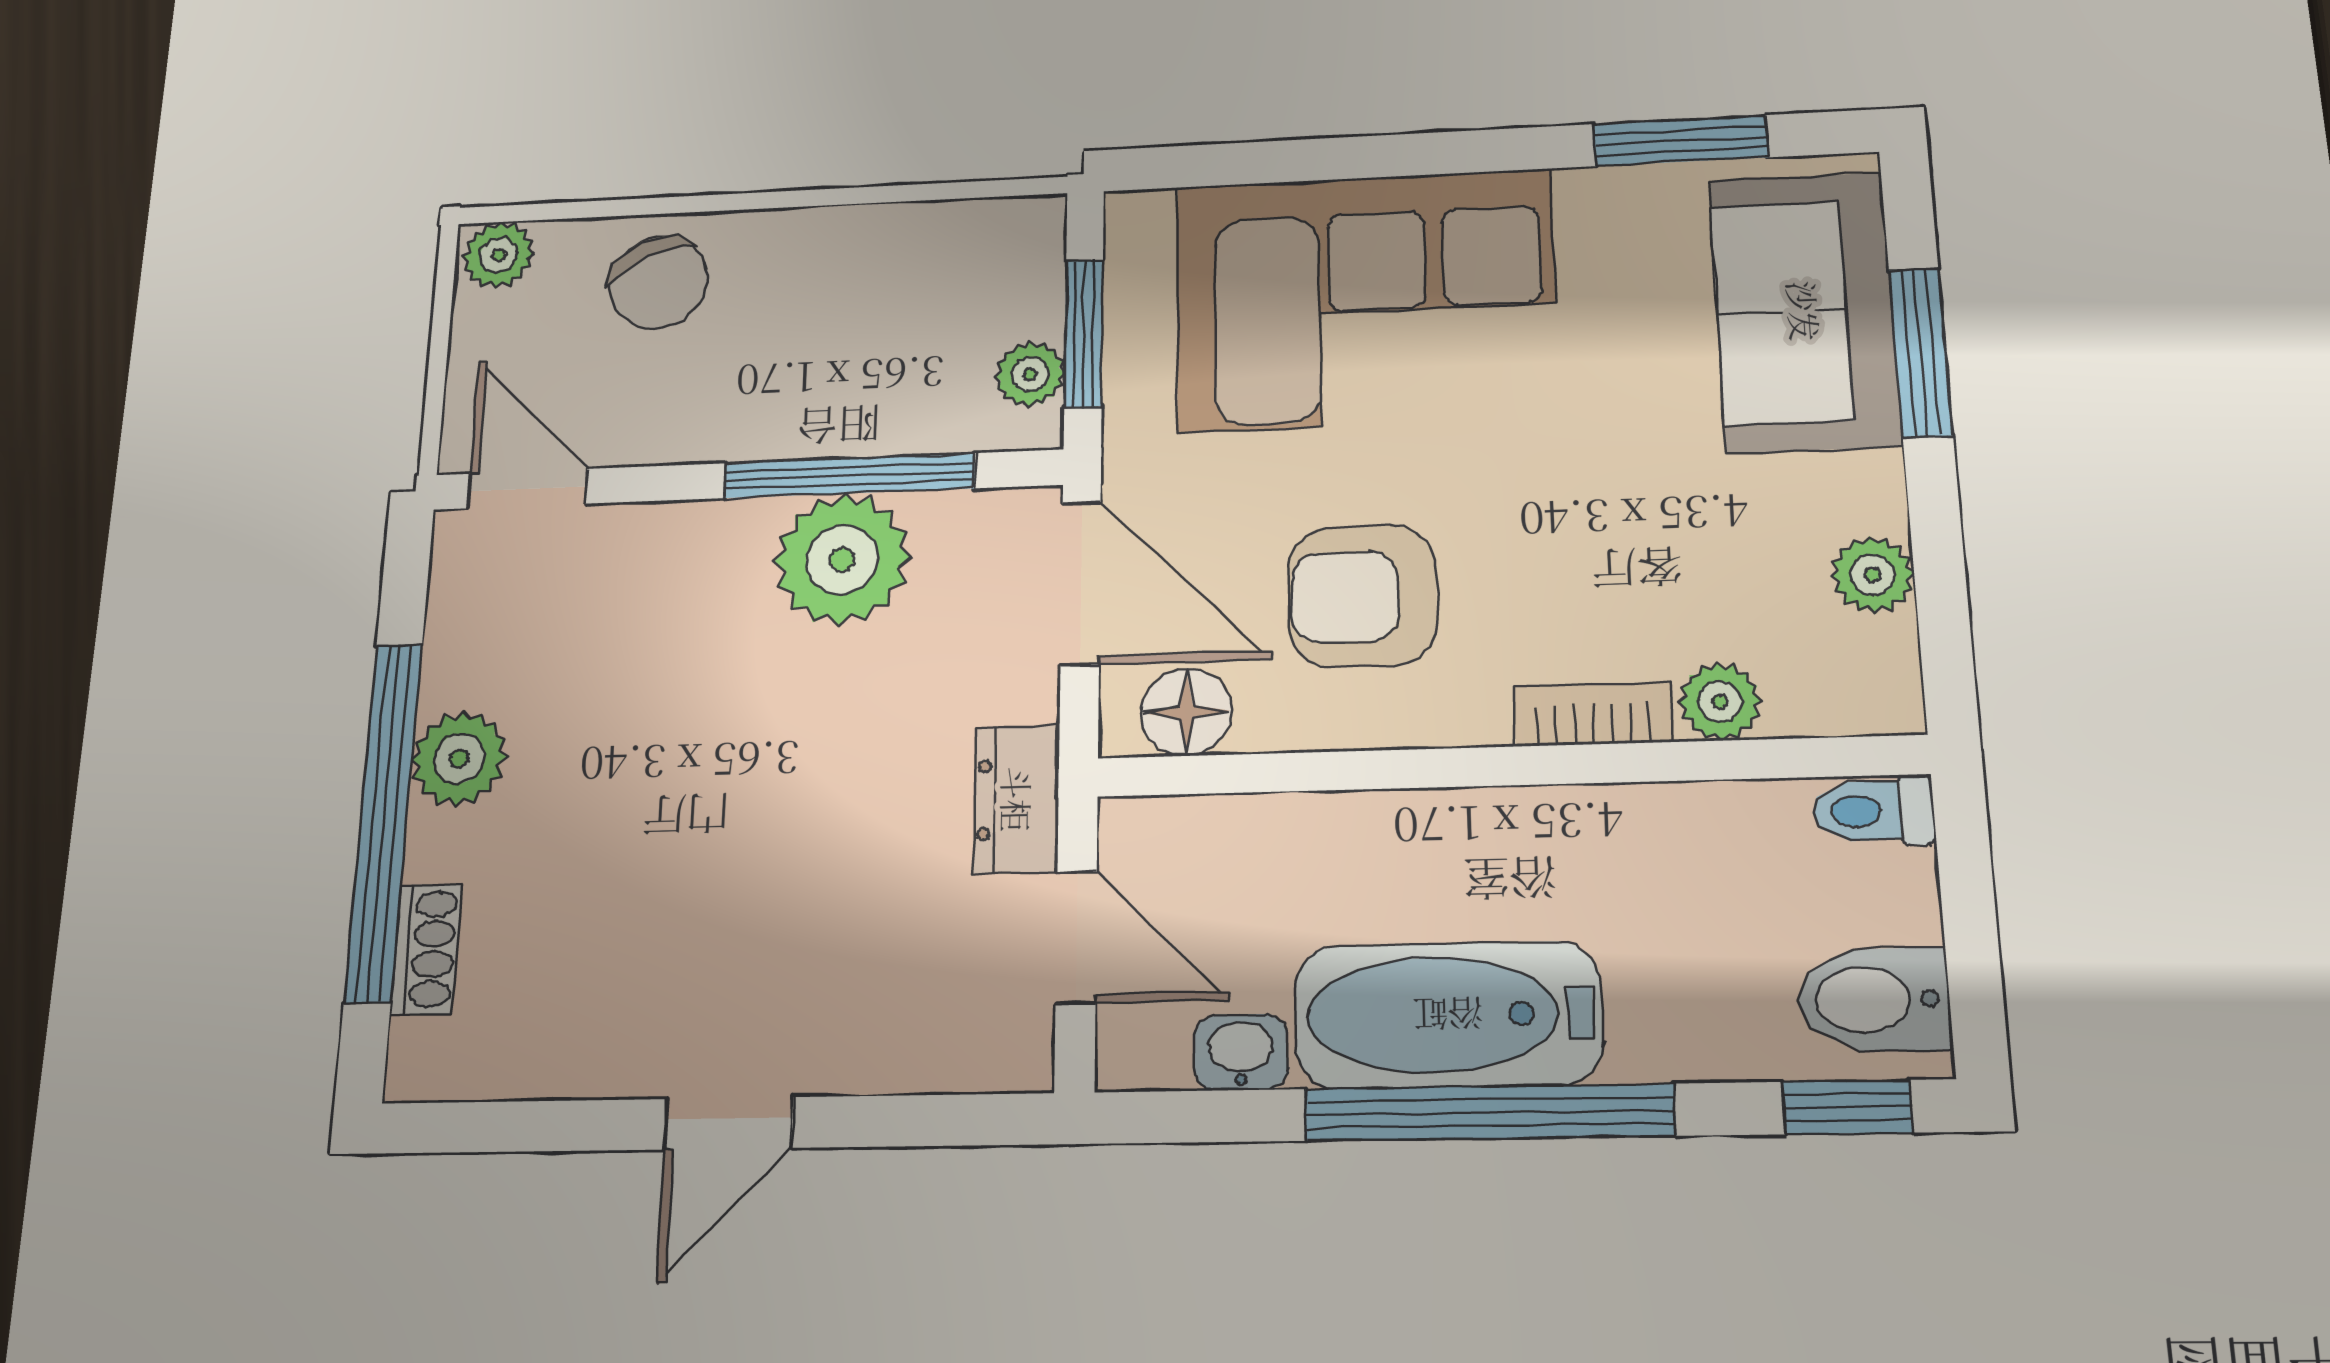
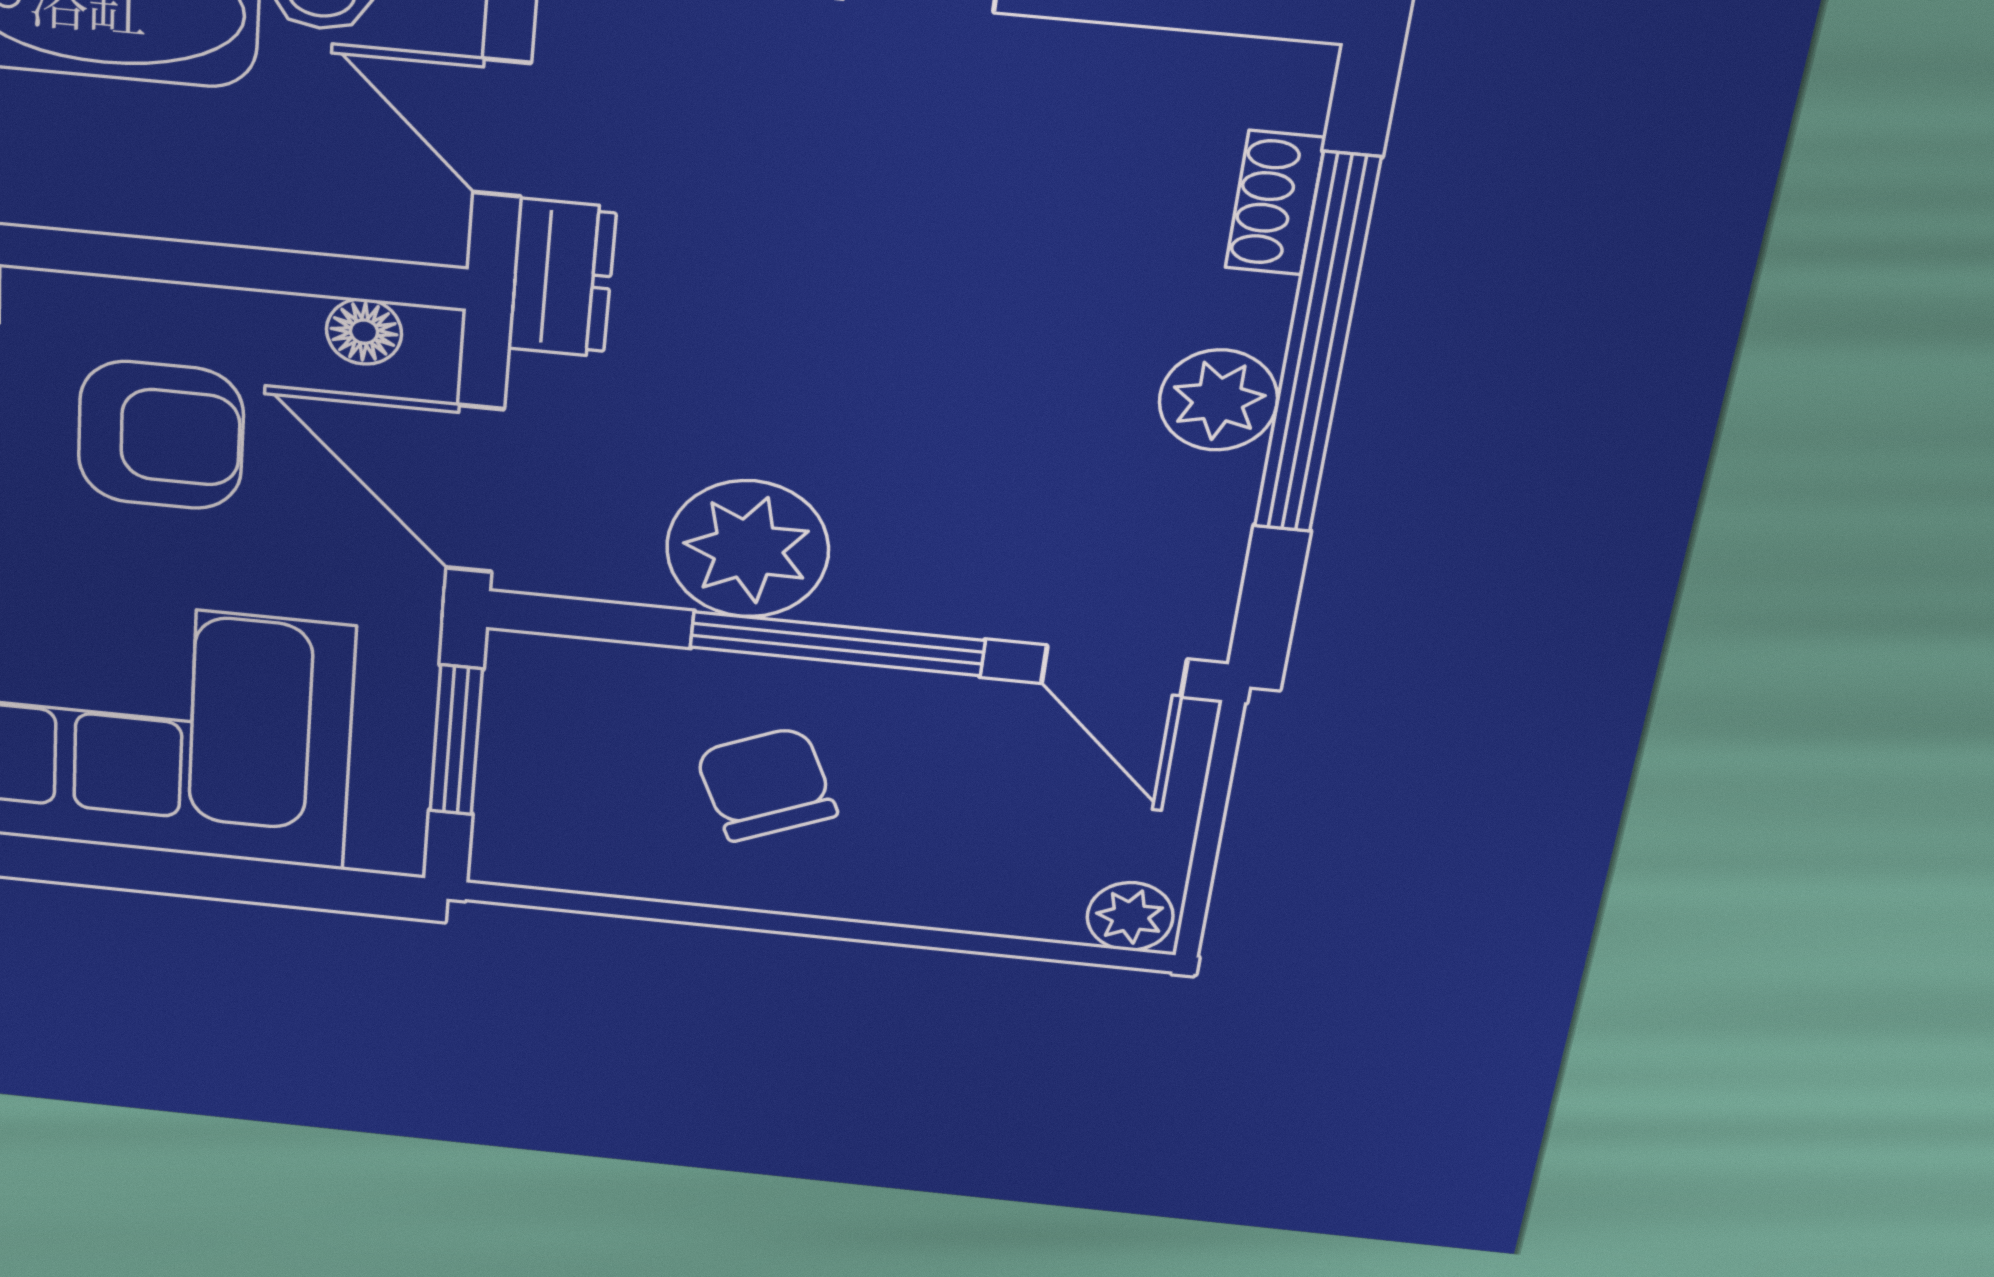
chair: (659, 282) -> (766, 784), moved
plant: (1030, 374) -> (520, 707), removed
window: (849, 476) -> (837, 644), moved
floor lamp: (1186, 712) -> (364, 332), width x0.73, depth x0.73

